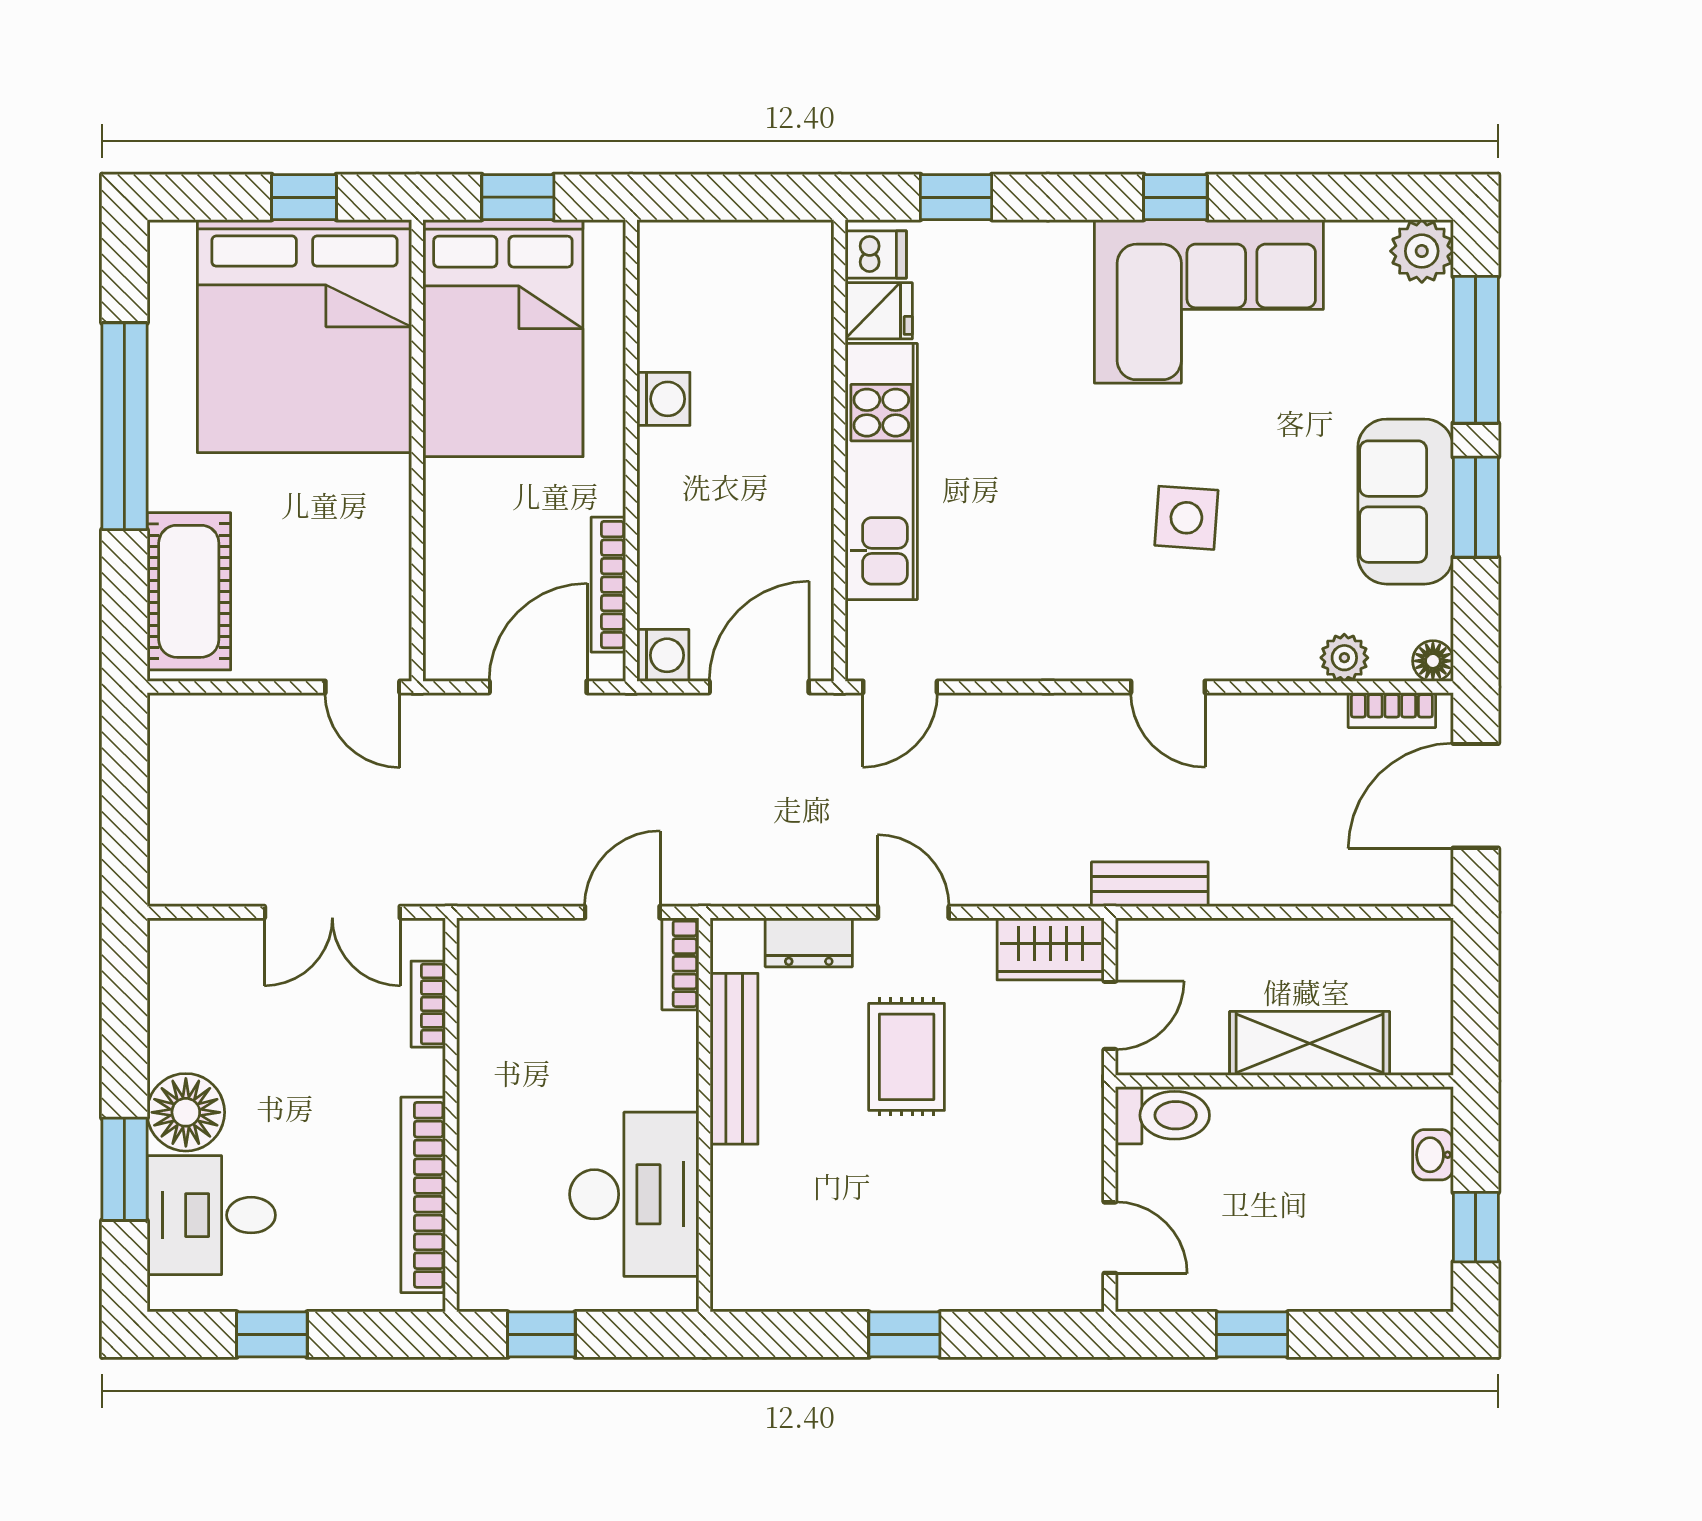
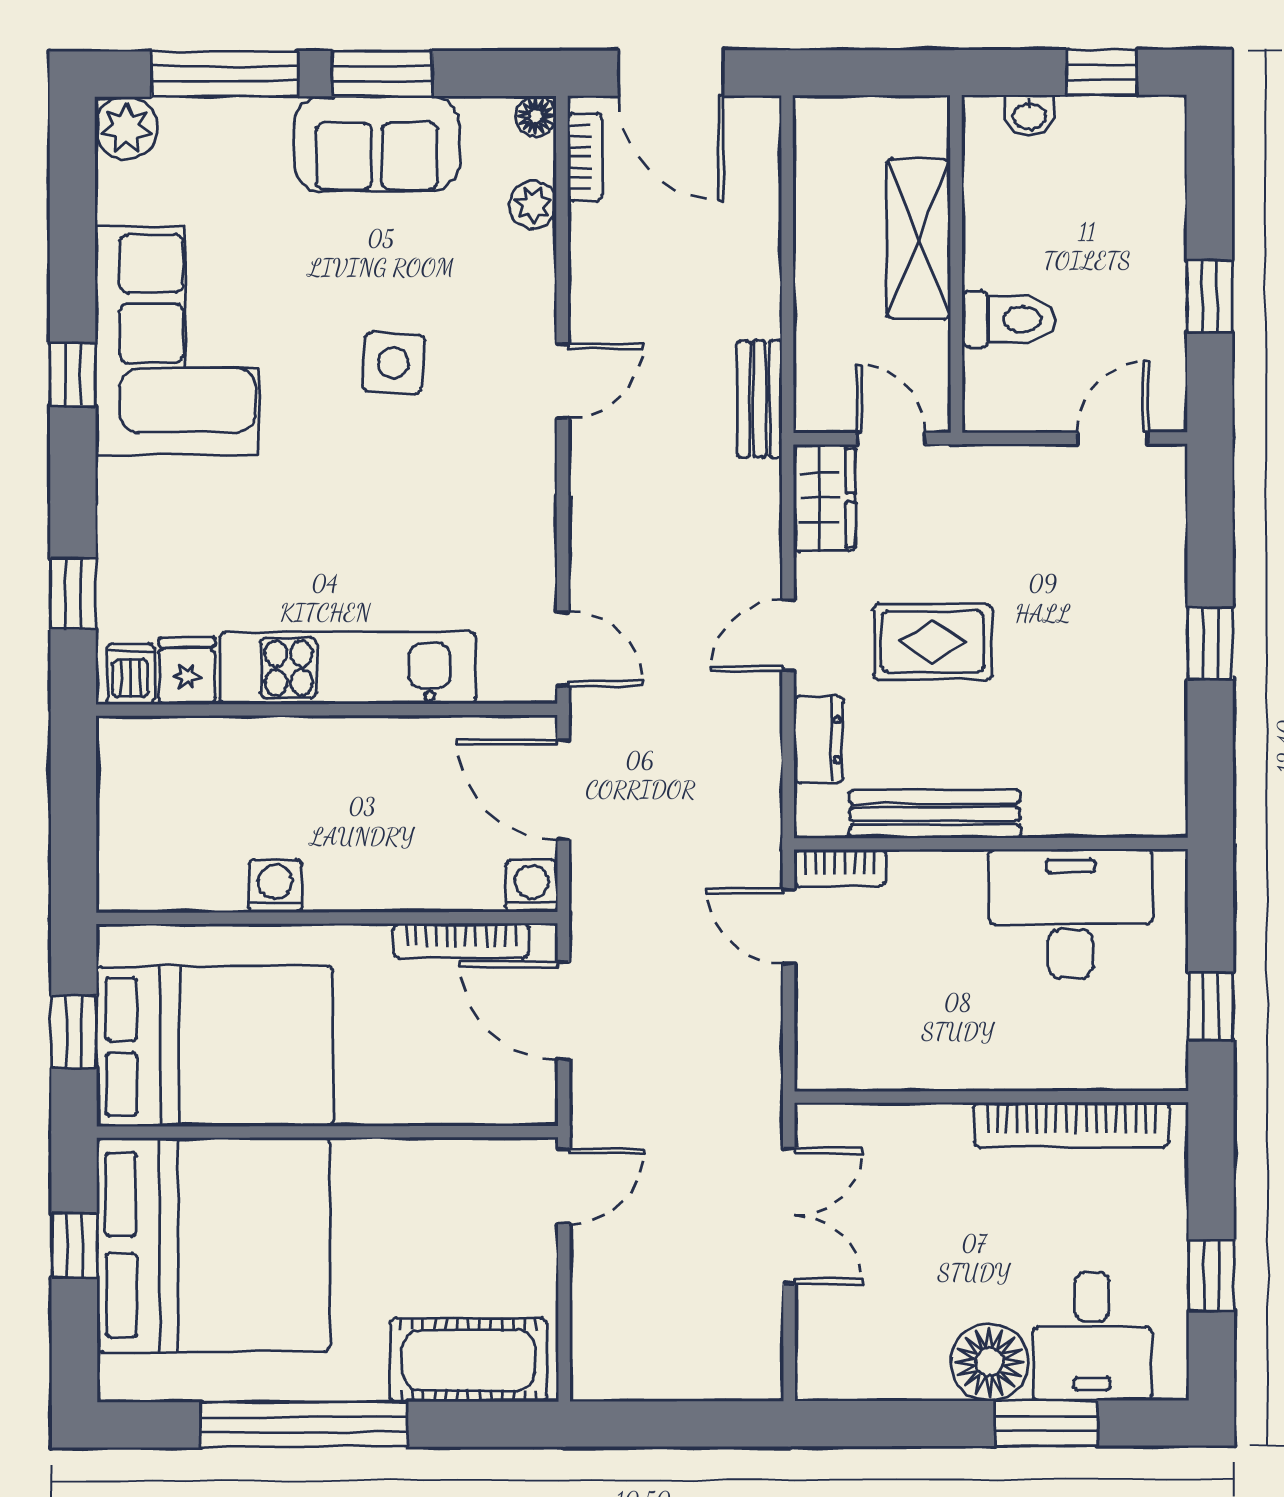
bookcase: (428, 1004) -> (881, 1120), removed
toilet: (1162, 1115) -> (1009, 319), moved, turned 90

